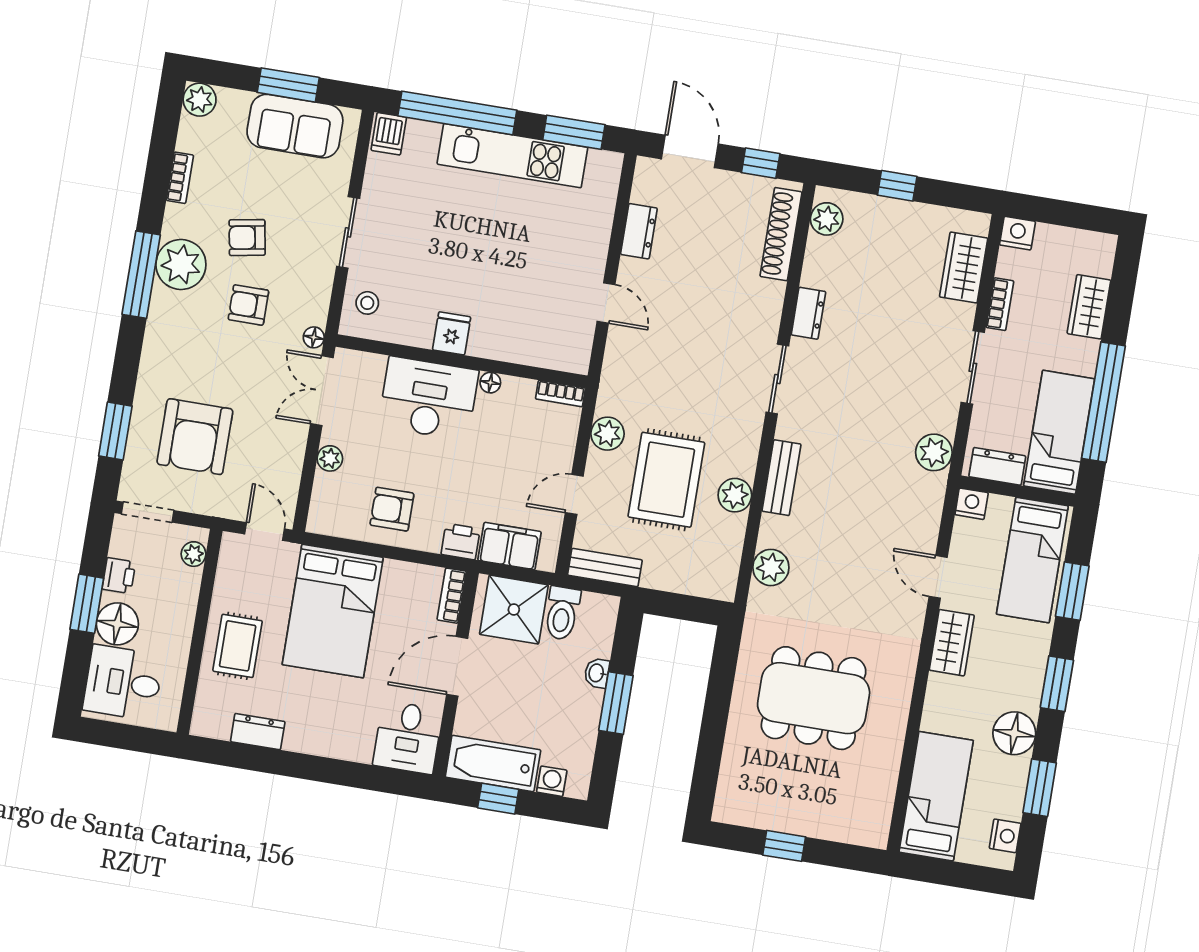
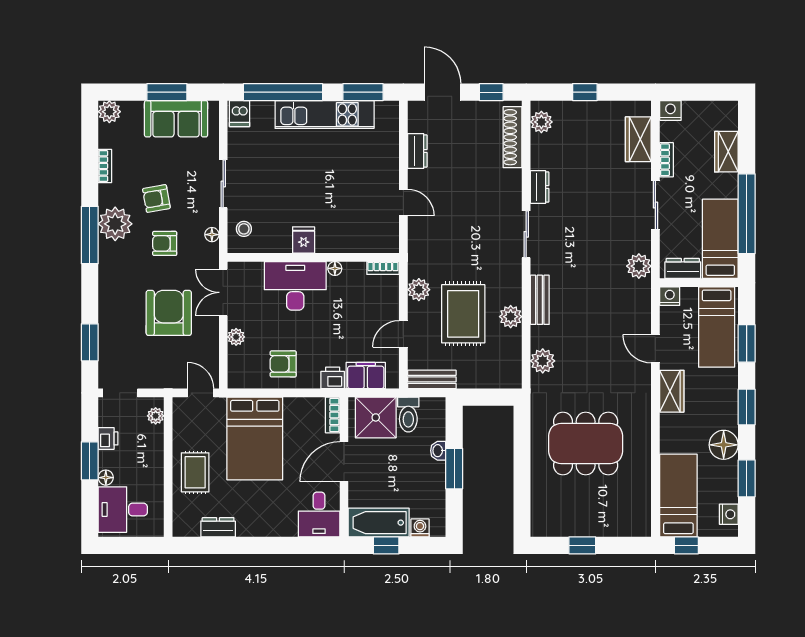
floor lamp: (314, 337) -> (212, 235), moved
armchair: (195, 437) -> (169, 313), moved, turned 180
floor lamp: (117, 624) -> (106, 478), width x0.53, depth x0.53
window: (936, 871) -> (686, 545), added

